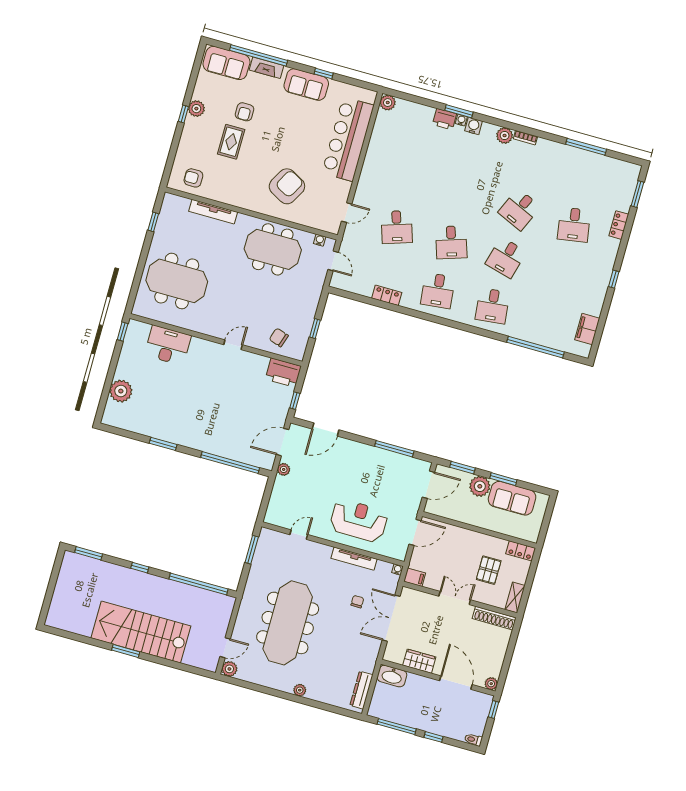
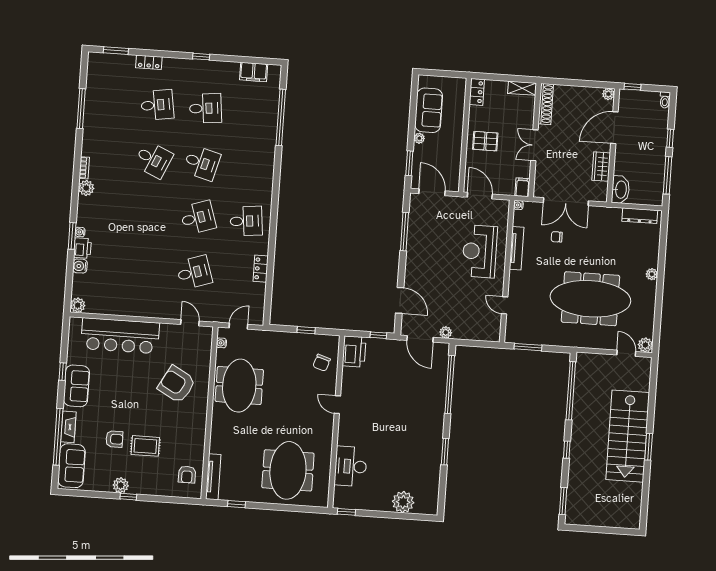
water cooler: (474, 126) -> (80, 266), moved
tv unit: (213, 212) -> (213, 477), moved
desk: (492, 306) -> (206, 108), moved
window: (503, 479) -> (412, 122), removed
plant: (480, 486) -> (419, 138), width x0.53, depth x0.53
pallet: (489, 570) -> (485, 141), moved

